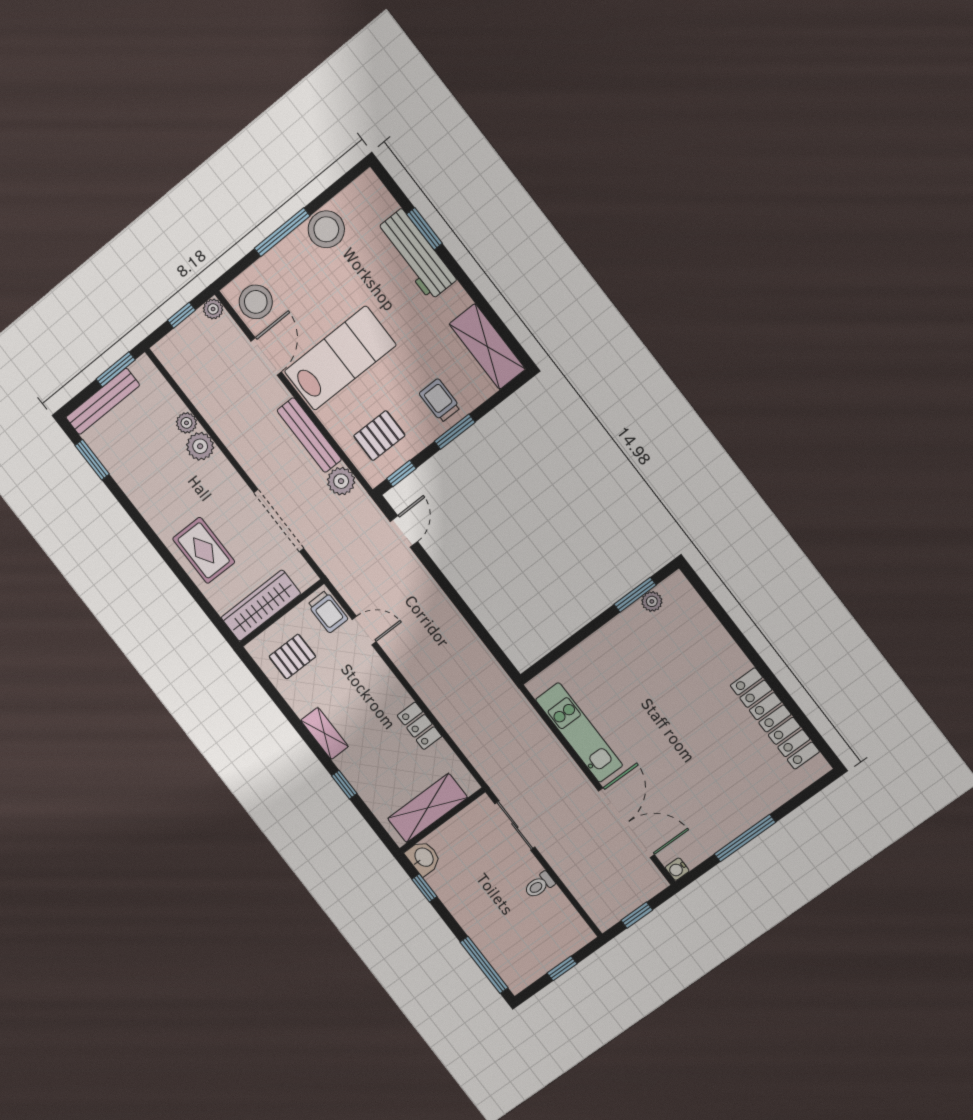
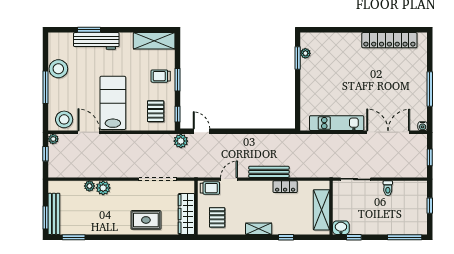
window: (116, 369) -> (45, 217), moved
bench: (309, 435) -> (269, 172), moved
plant: (341, 481) -> (181, 141), moved

